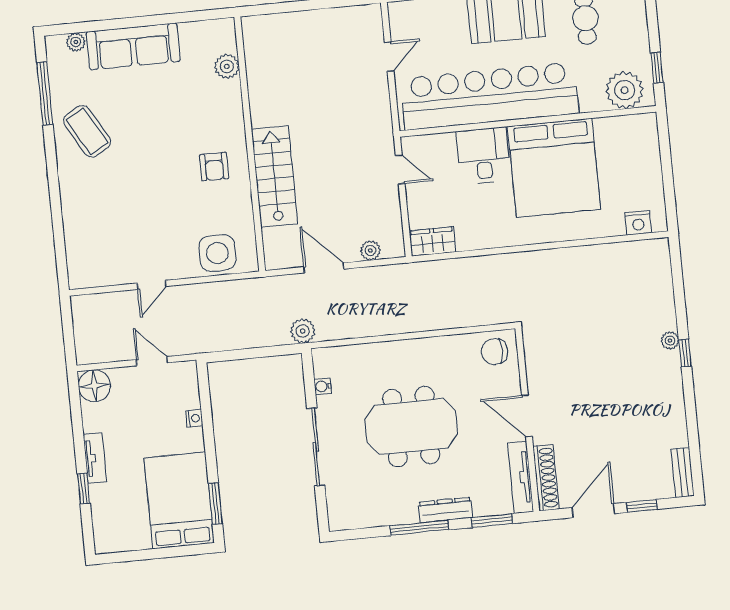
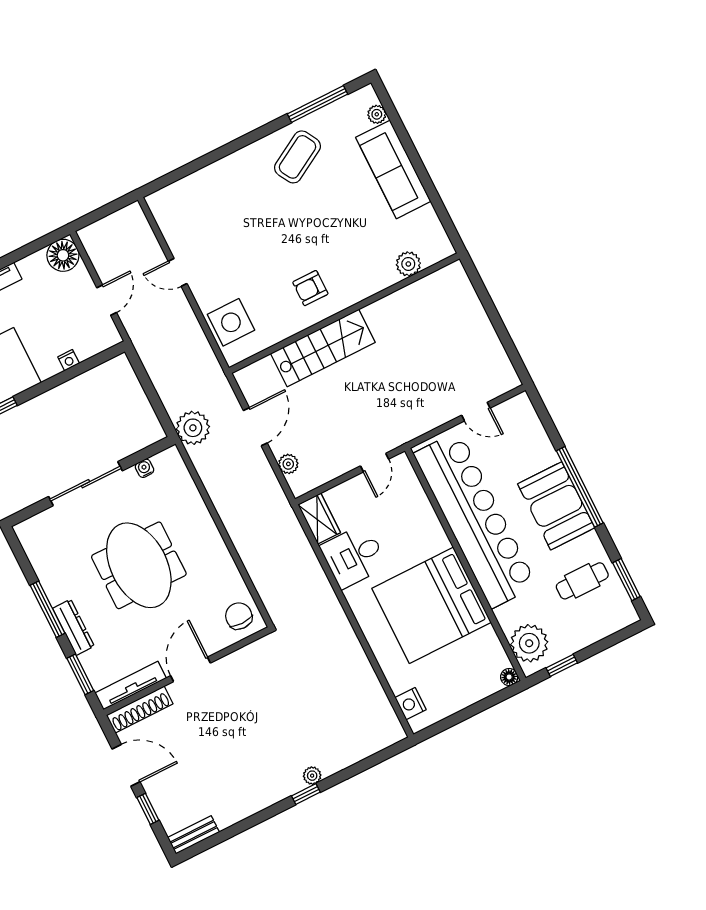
floor lamp: (649, 121) -> (509, 677), added
desk: (483, 156) -> (354, 556), moved, turned 180
plant: (303, 331) -> (193, 428), width x1.36, depth x1.36

